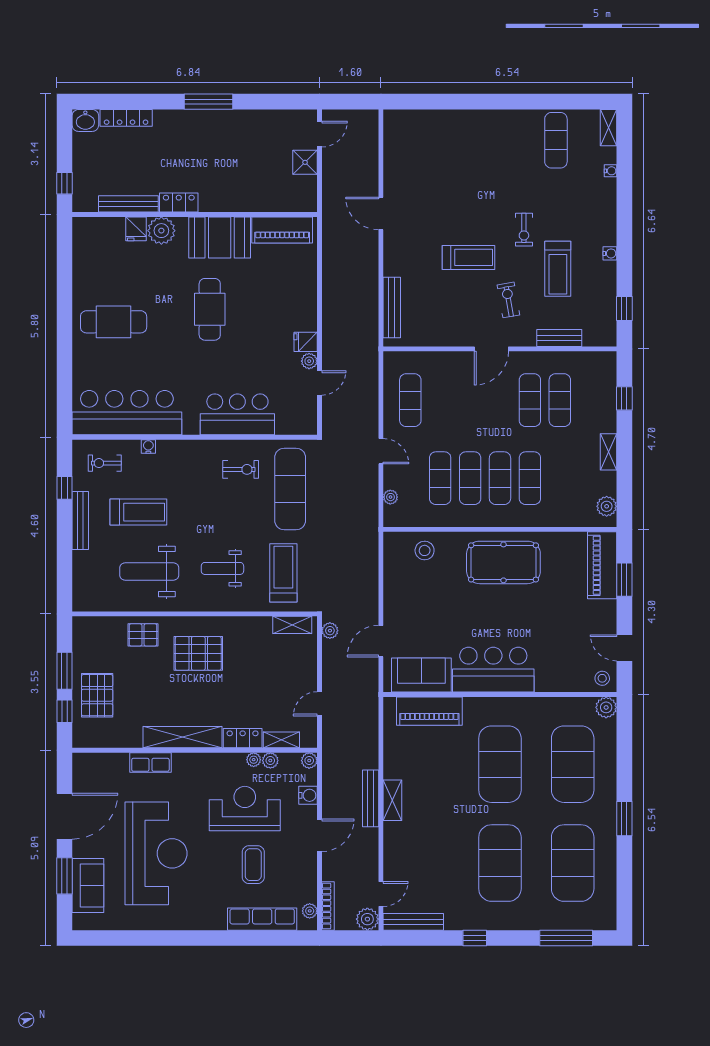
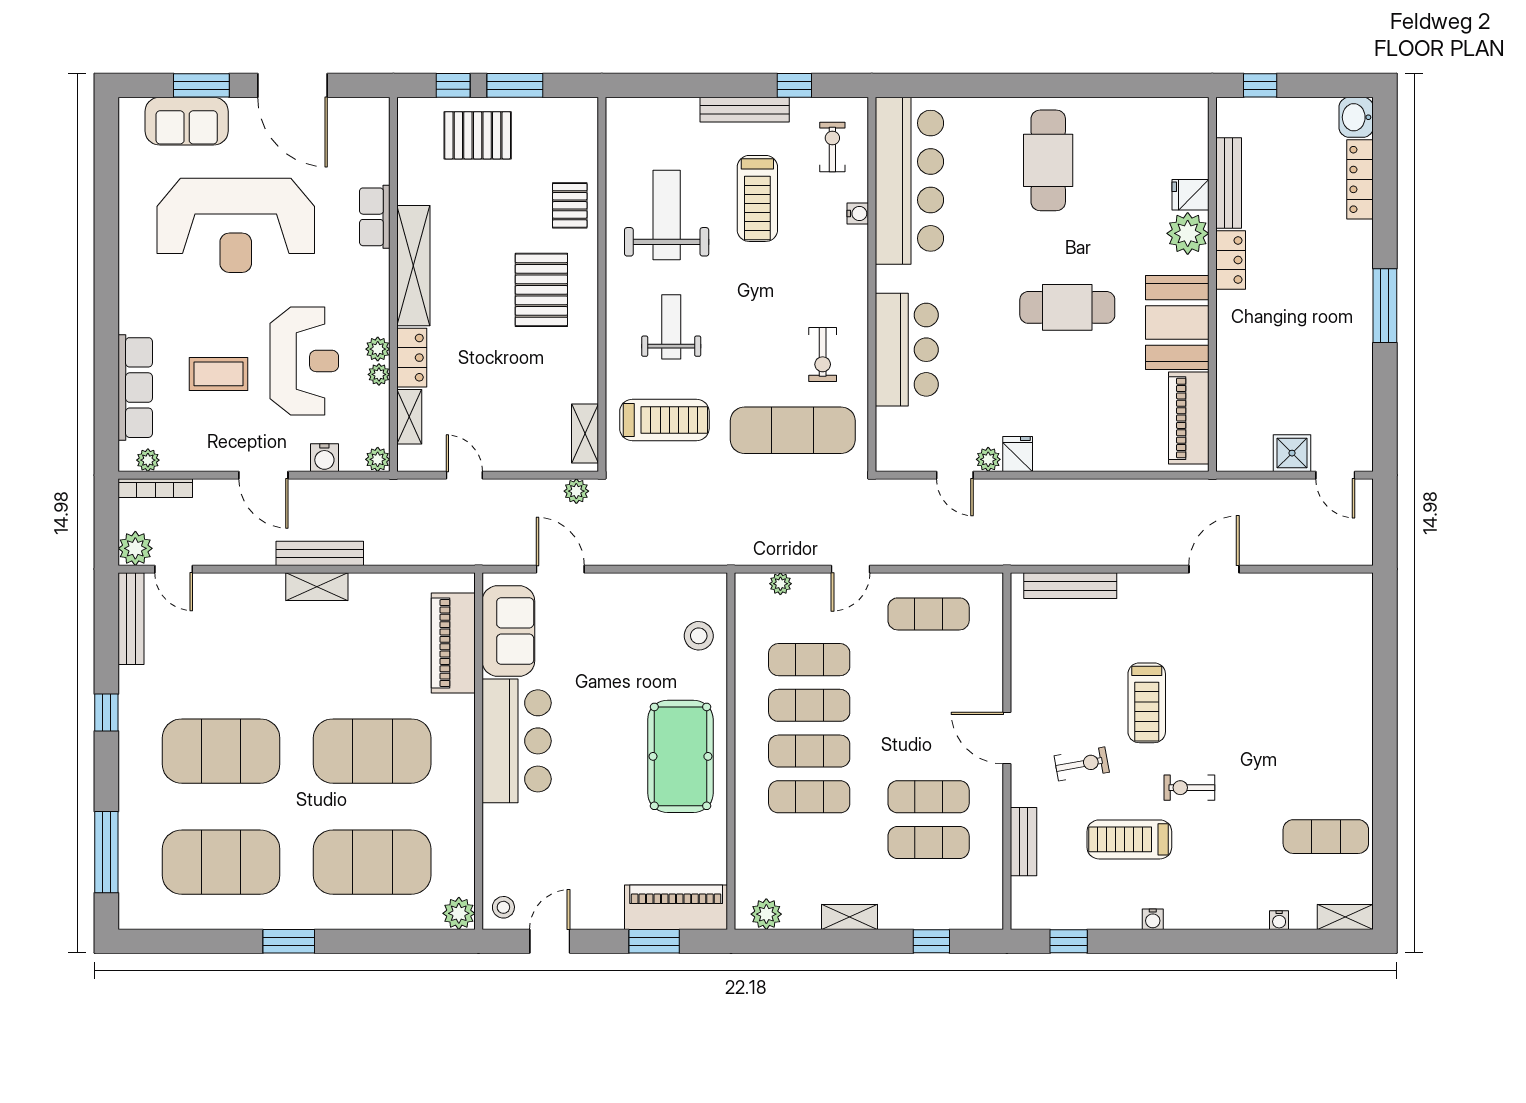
plant: (270, 760) -> (378, 349), moved

